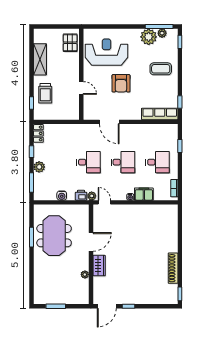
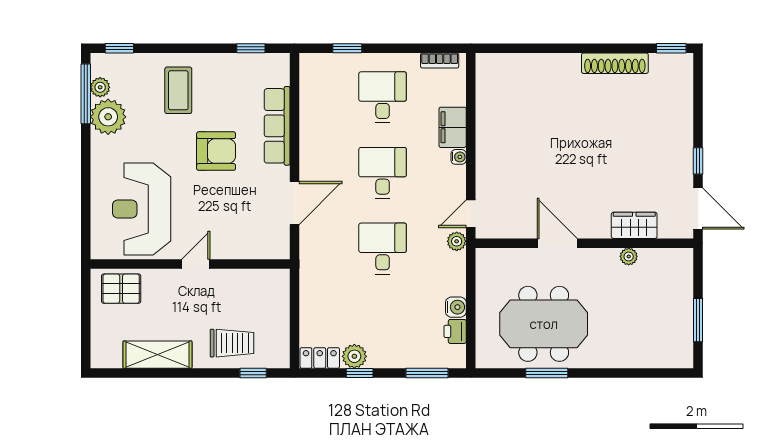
armchair: (121, 83) -> (216, 151), moved
door: (81, 88) -> (196, 264), moved
row of seats: (160, 114) -> (277, 126), moved
plant: (39, 167) -> (354, 356), moved
printer: (81, 195) -> (455, 331), moved
wardrobe: (99, 266) -> (634, 225), moved

